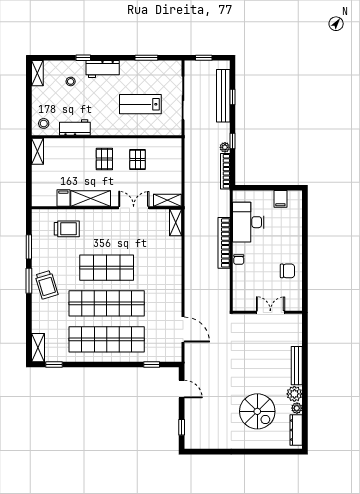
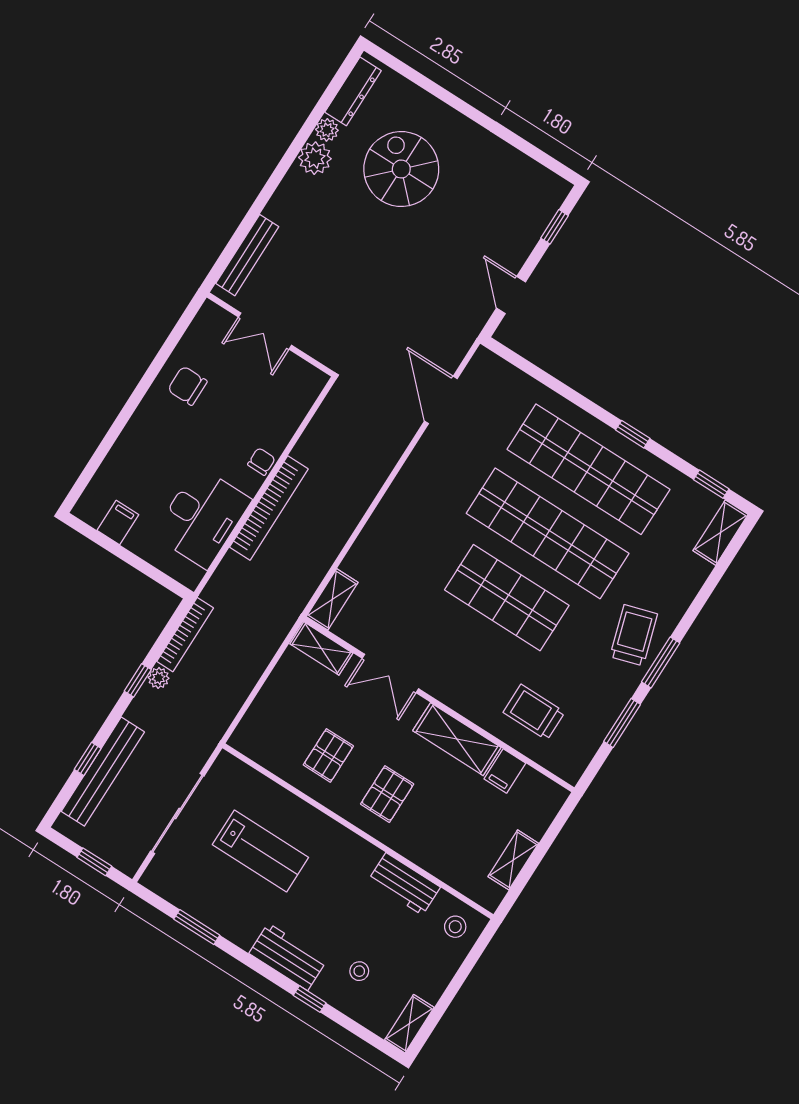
shelving: (37, 151) -> (513, 860), moved
window: (152, 365) -> (633, 434), moved
bench: (297, 366) -> (247, 255), moved

